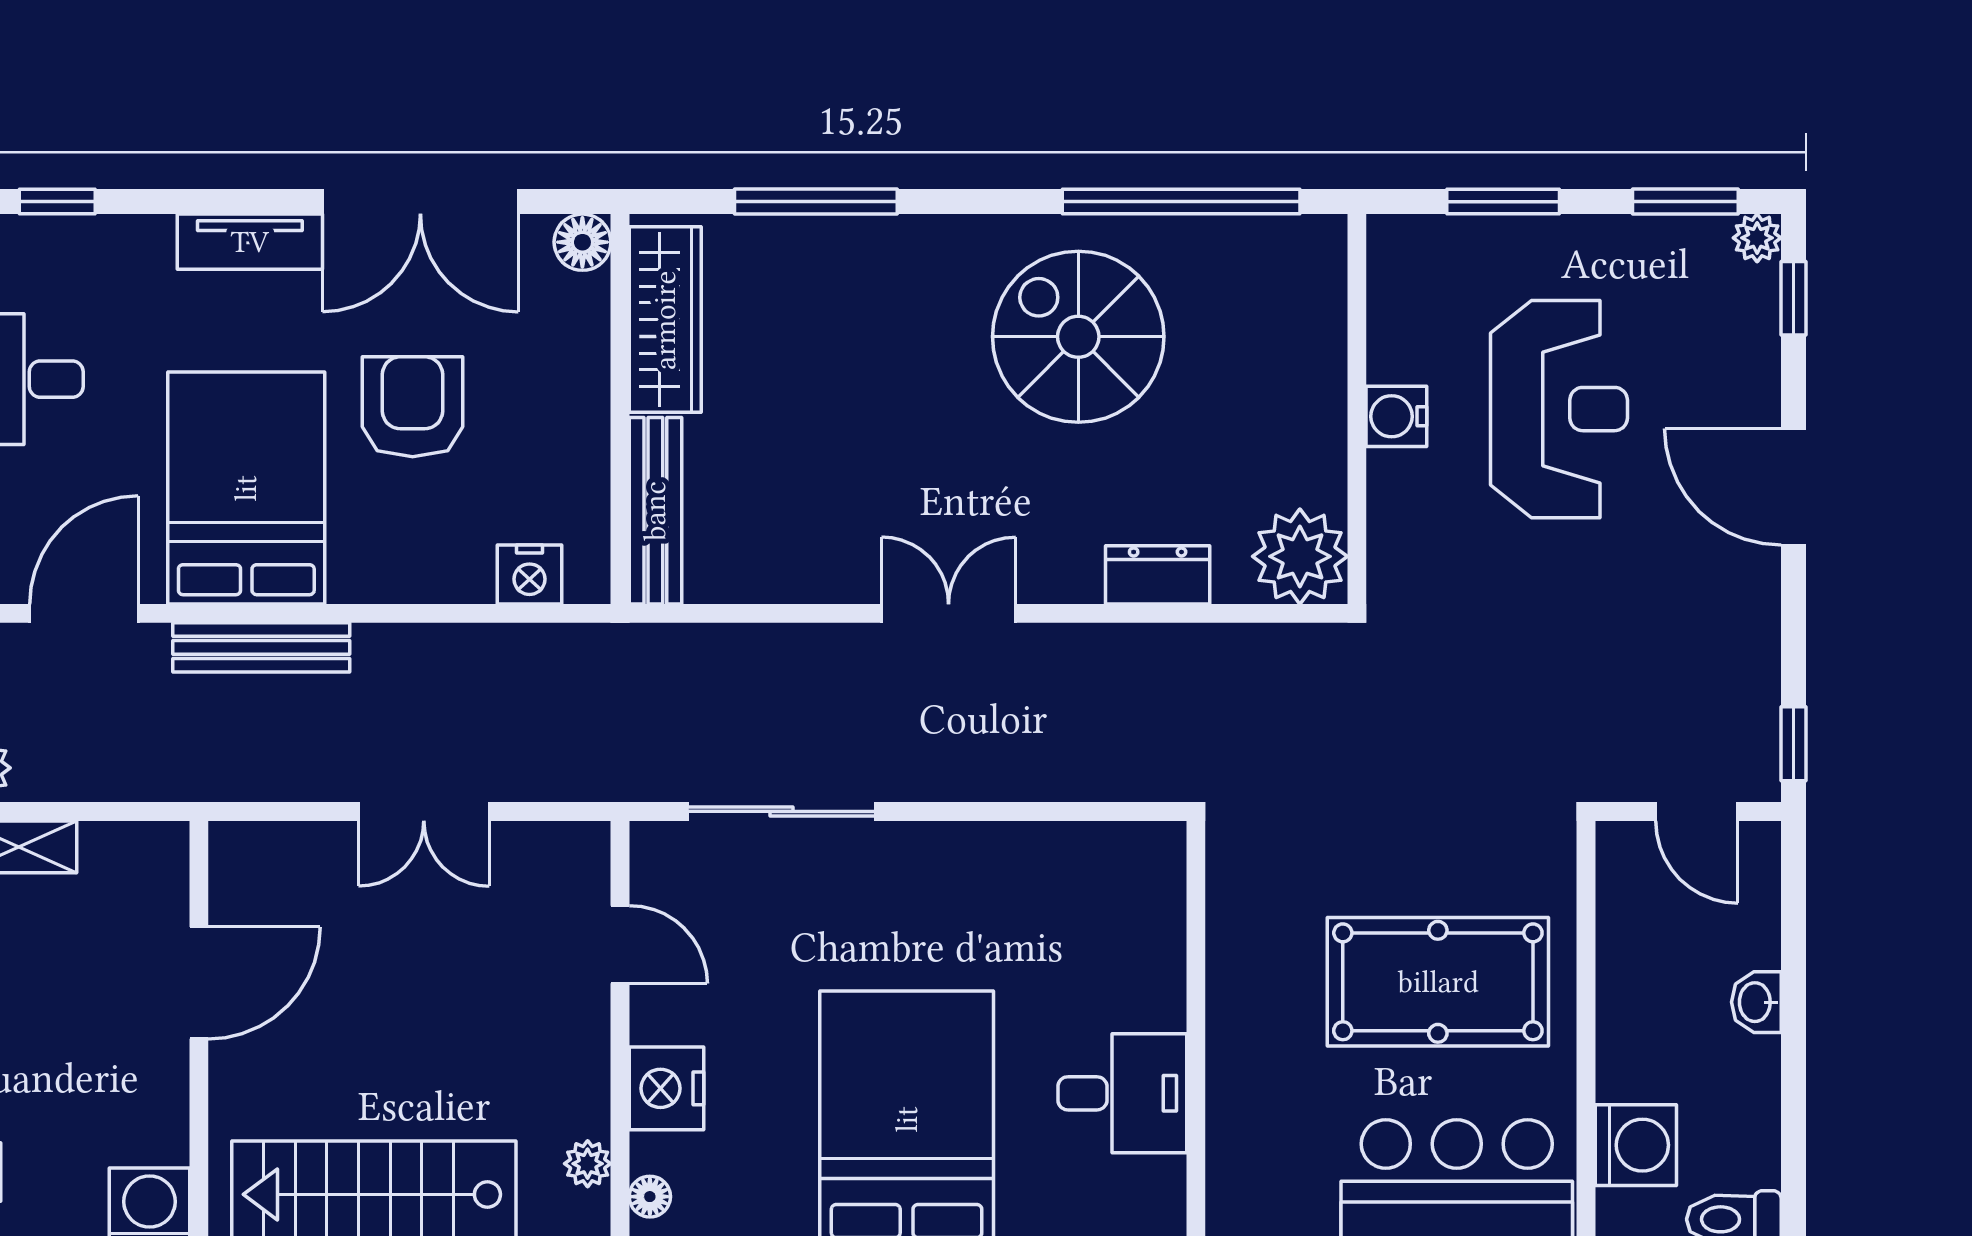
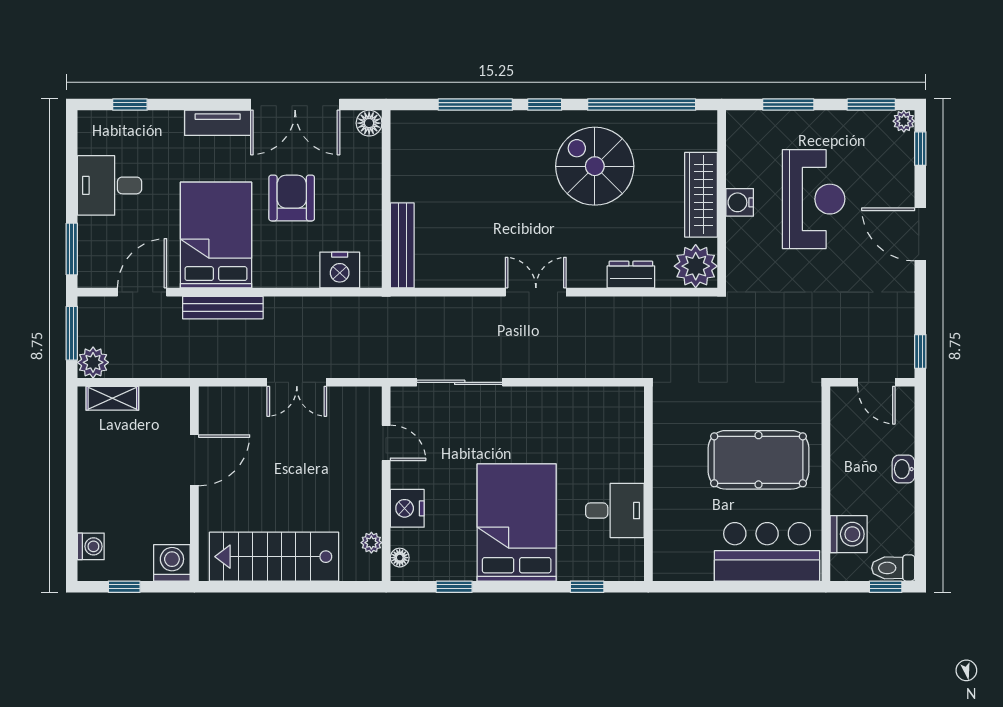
window: (968, 202) -> (545, 105), added
wardrobe: (665, 320) -> (701, 195), moved, turned 180
nightstand: (530, 574) -> (340, 270), width x1.36, depth x1.33

